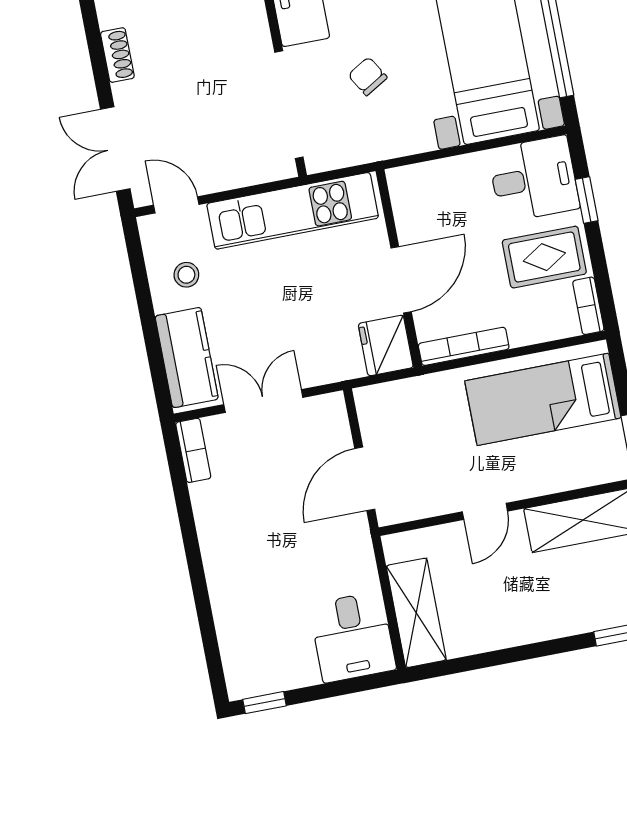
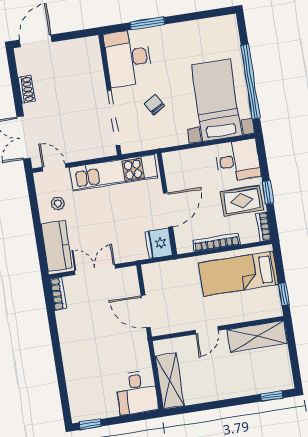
window: (587, 200) -> (268, 192), moved
bookcase: (464, 346) -> (216, 242), moved
door: (365, 479) -> (146, 311), hinge flipped

